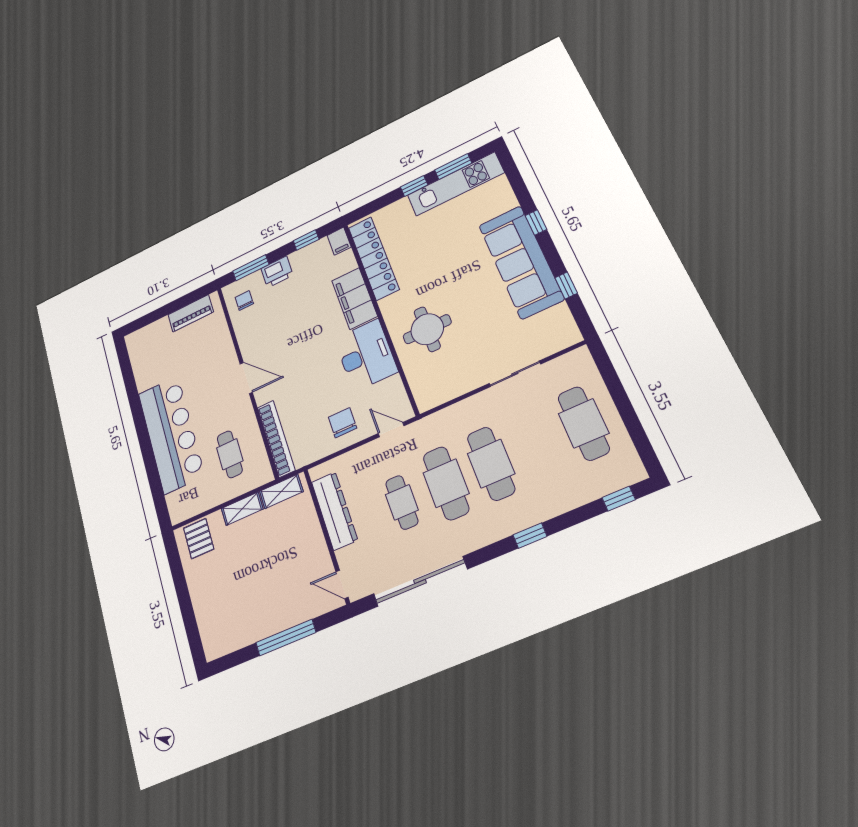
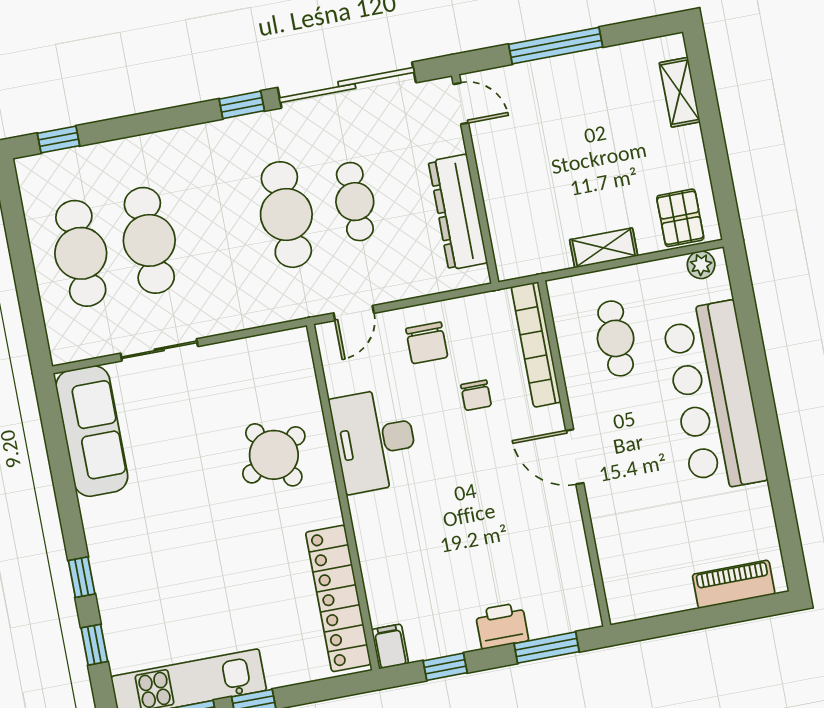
sofa: (521, 262) -> (92, 431), moved, width x0.74, depth x0.79
window: (566, 285) -> (94, 645), moved
filing cabinet: (355, 298) -> (379, 539), removed
chair: (244, 301) -> (476, 395), moved
piano: (191, 313) -> (734, 584), moved
round table: (427, 329) -> (274, 455), turned -30
door: (391, 430) -> (354, 313), hinge flipped
cafe table: (491, 464) -> (149, 240), moved
shelving: (281, 491) -> (680, 92), moved, turned 90
plant: (184, 512) -> (701, 265), added
window: (530, 536) -> (242, 105), moved

